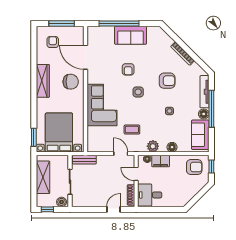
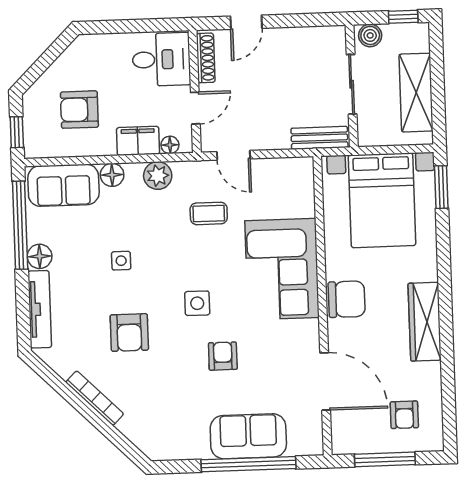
sofa: (131, 35) -> (248, 436), moved
armchair: (167, 81) -> (129, 332), turned -90
chair: (71, 82) -> (347, 299), moved, turned 180
window: (211, 109) -> (20, 225), moved
sofa: (200, 135) -> (63, 185), moved, turned 90
armchair: (194, 167) -> (79, 110), moved
door: (136, 174) -> (195, 108), hinge flipped

